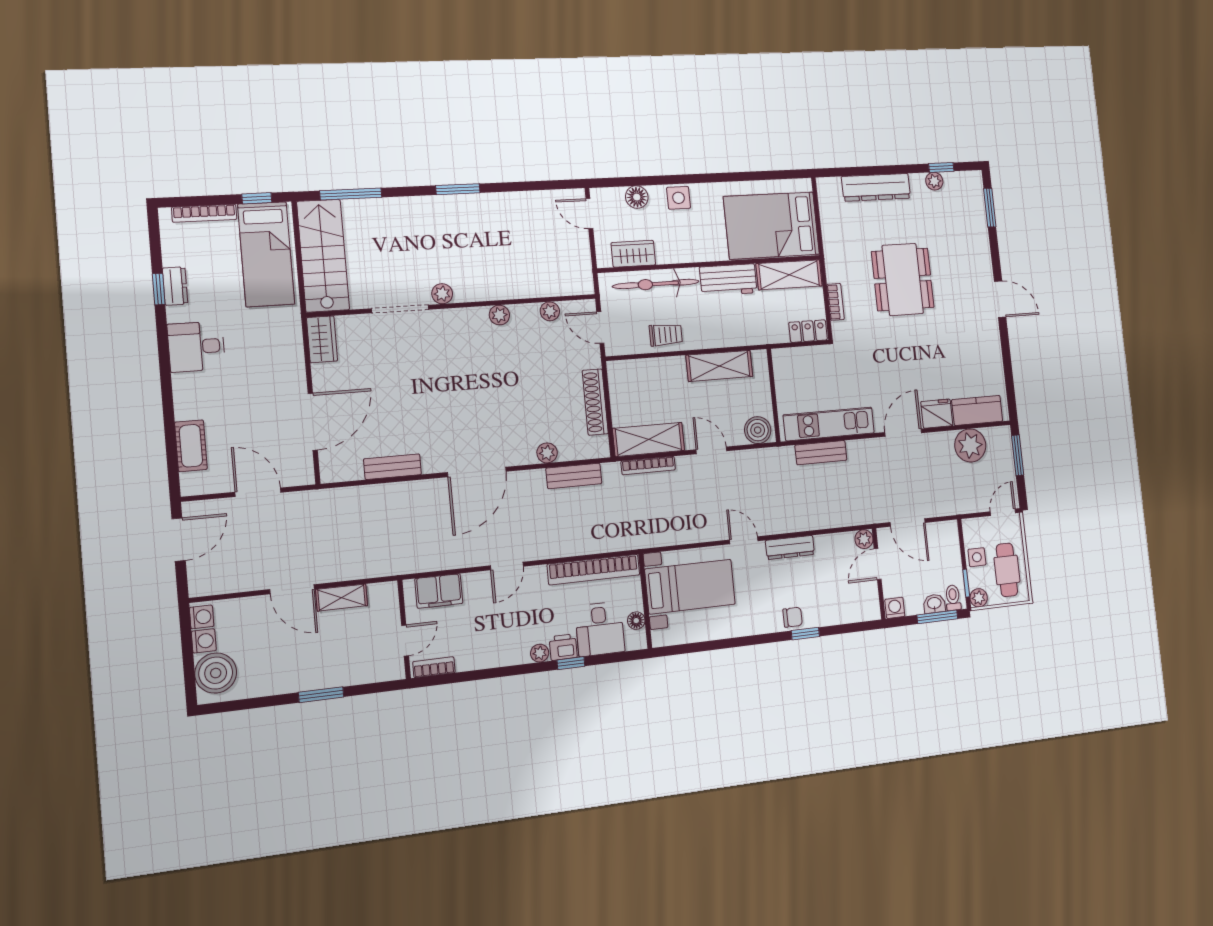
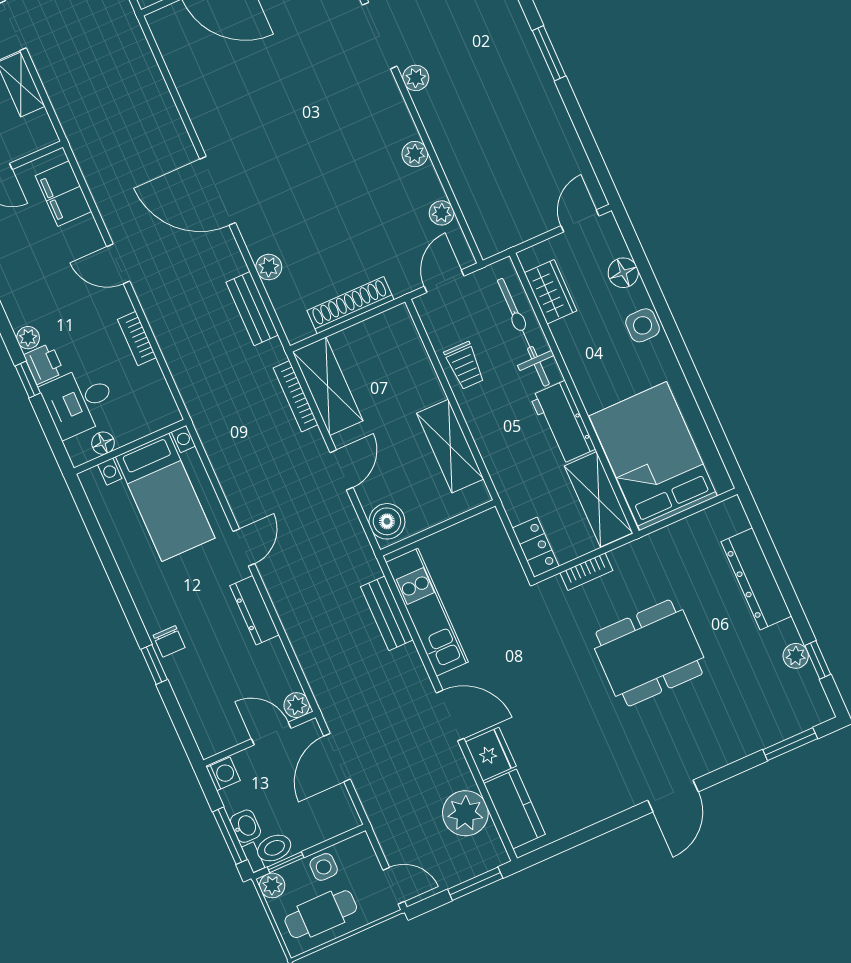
bench: (393, 467) -> (191, 90), removed
bookcase: (594, 570) -> (137, 339), width x0.43, depth x0.76
toilet: (953, 598) -> (269, 851), width x1.37, depth x1.39

